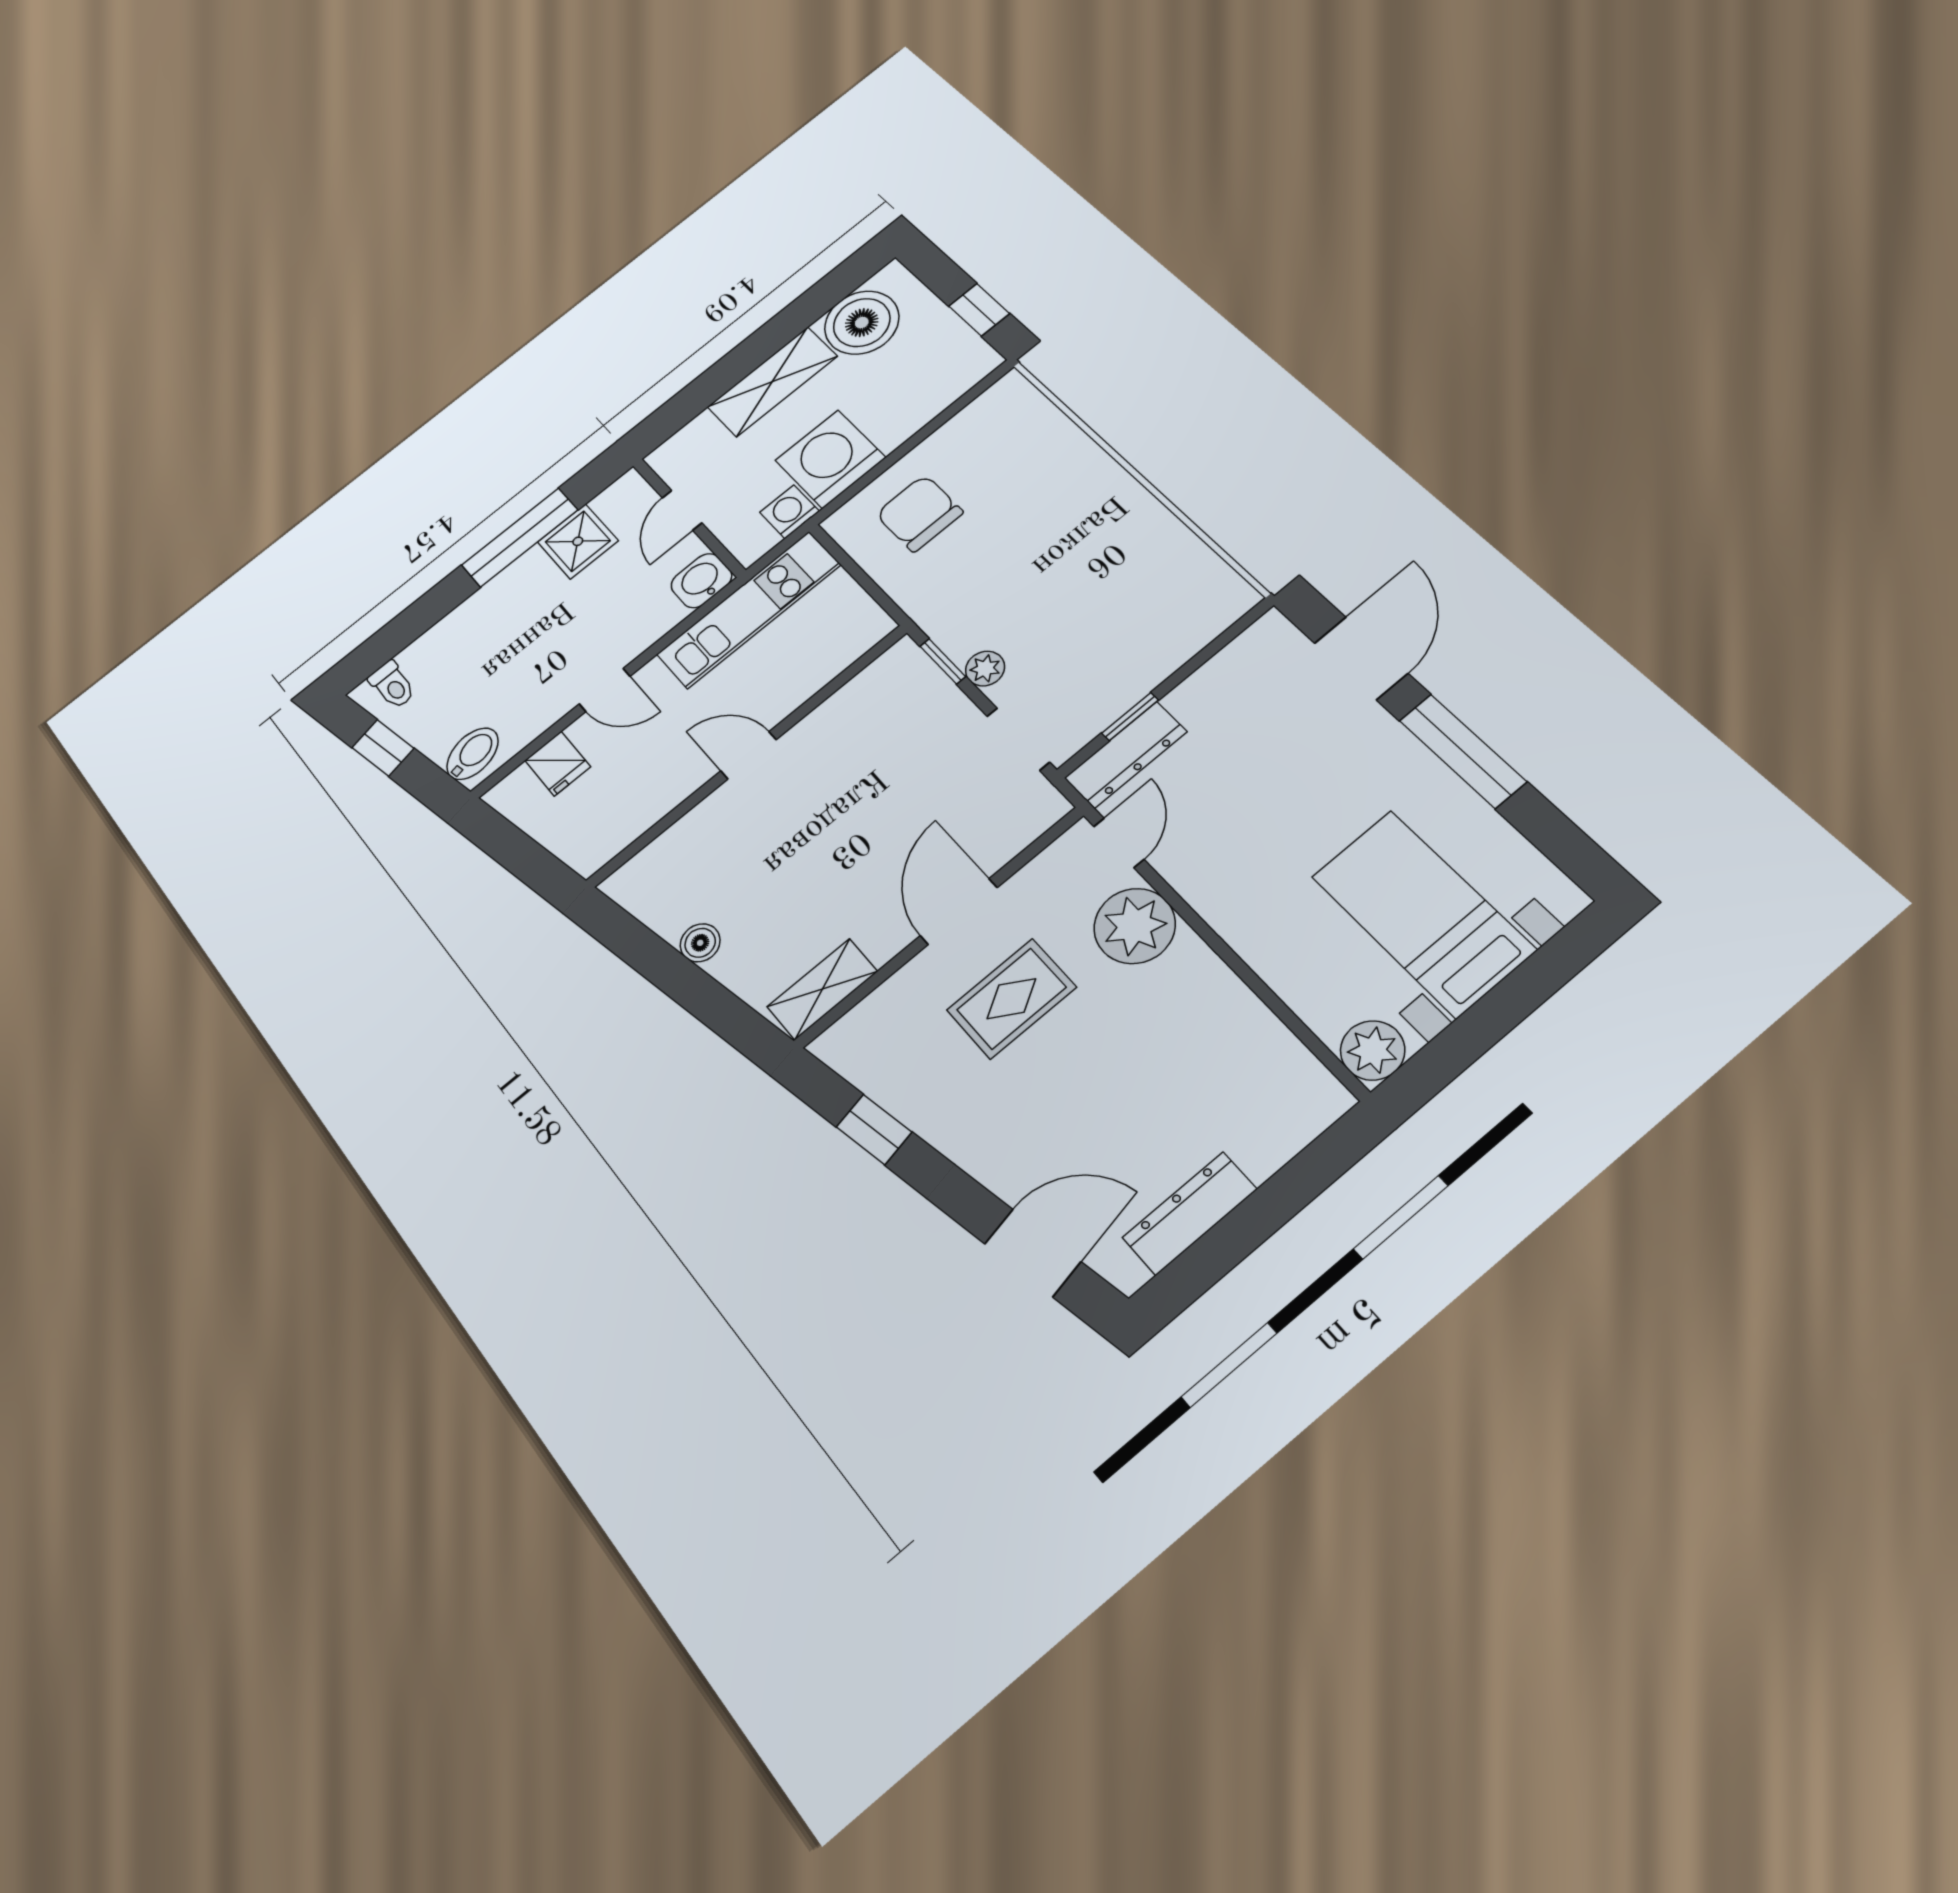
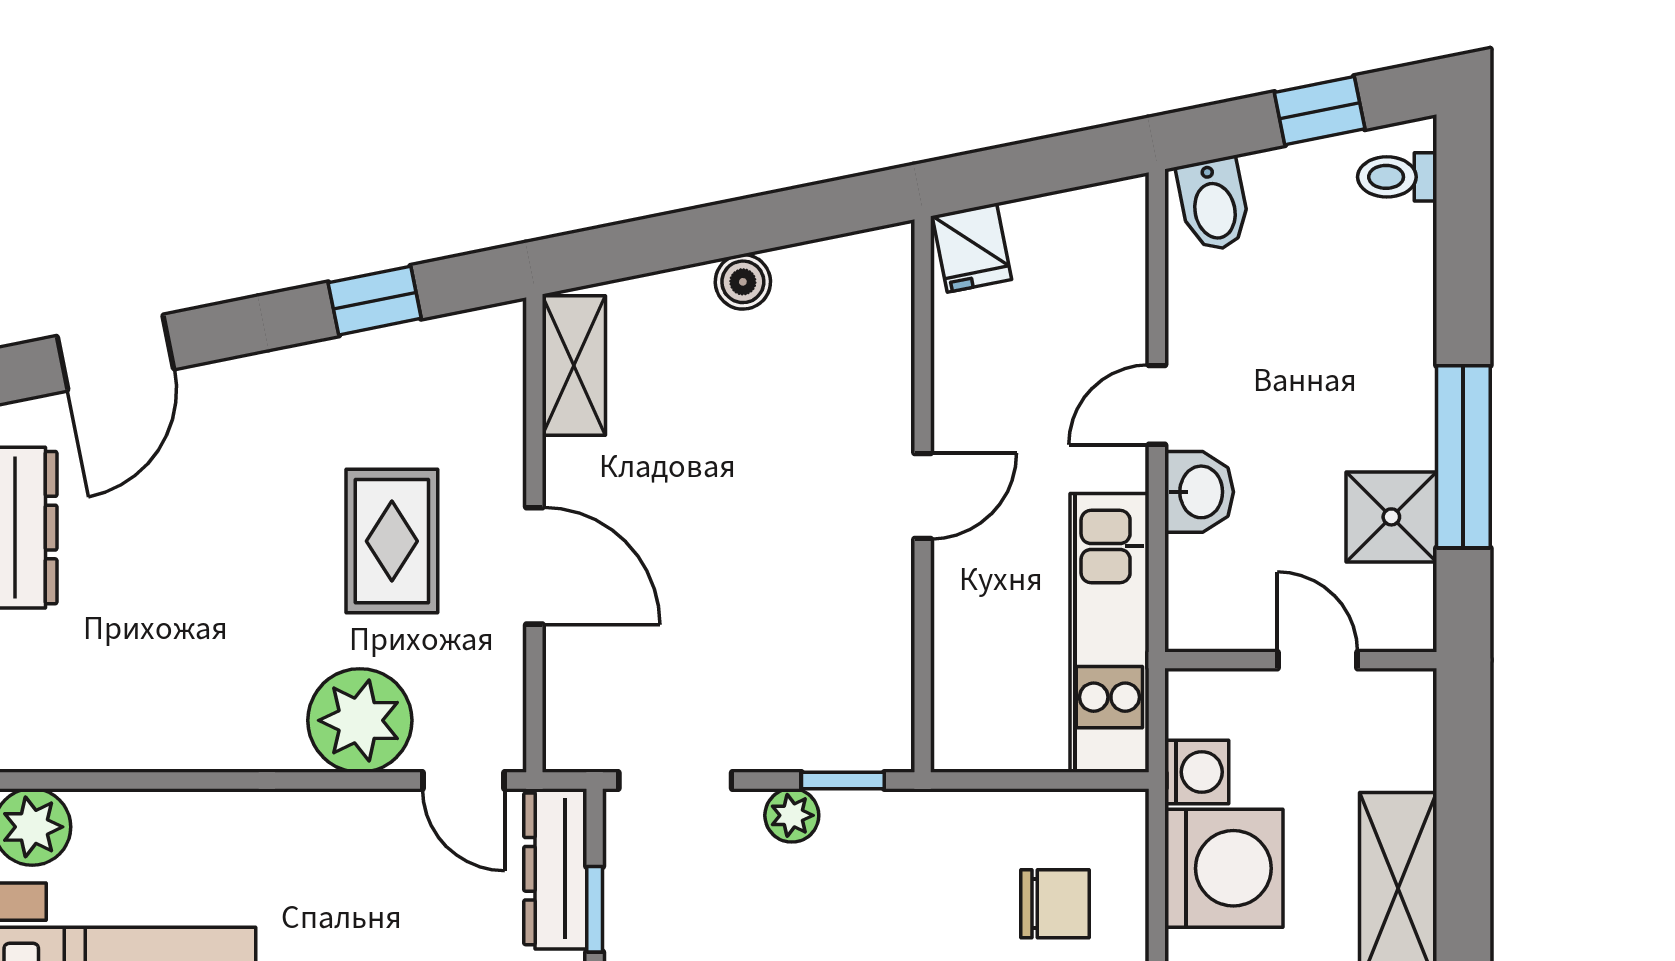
chair: (919, 513) -> (1055, 904), width x0.73, depth x0.73
washbasin: (701, 581) -> (1199, 492), moved
fridge: (558, 763) -> (972, 248), moved, turned -101

